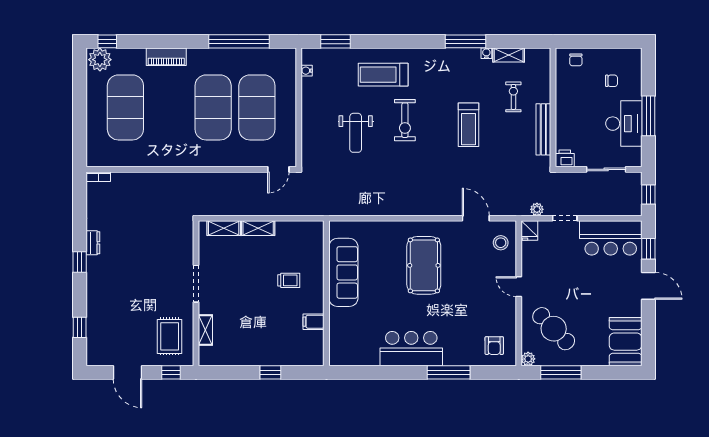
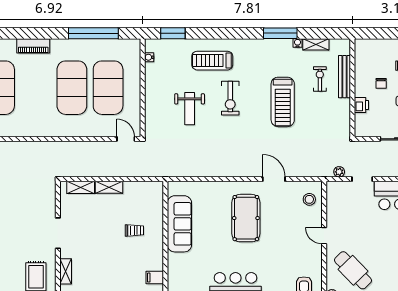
chair: (576, 60) -> (381, 83), moved
treadmill: (468, 125) -> (283, 102), width x1.37, depth x1.38
bench: (543, 129) -> (344, 77), moved
printer: (565, 158) -> (361, 105), moved, turned 90
door: (278, 169) -> (126, 139), swing flipped
door: (476, 218) -> (274, 179), moved
fridge: (529, 230) -> (333, 189), removed
filing cabinet: (314, 322) -> (155, 278), moved

